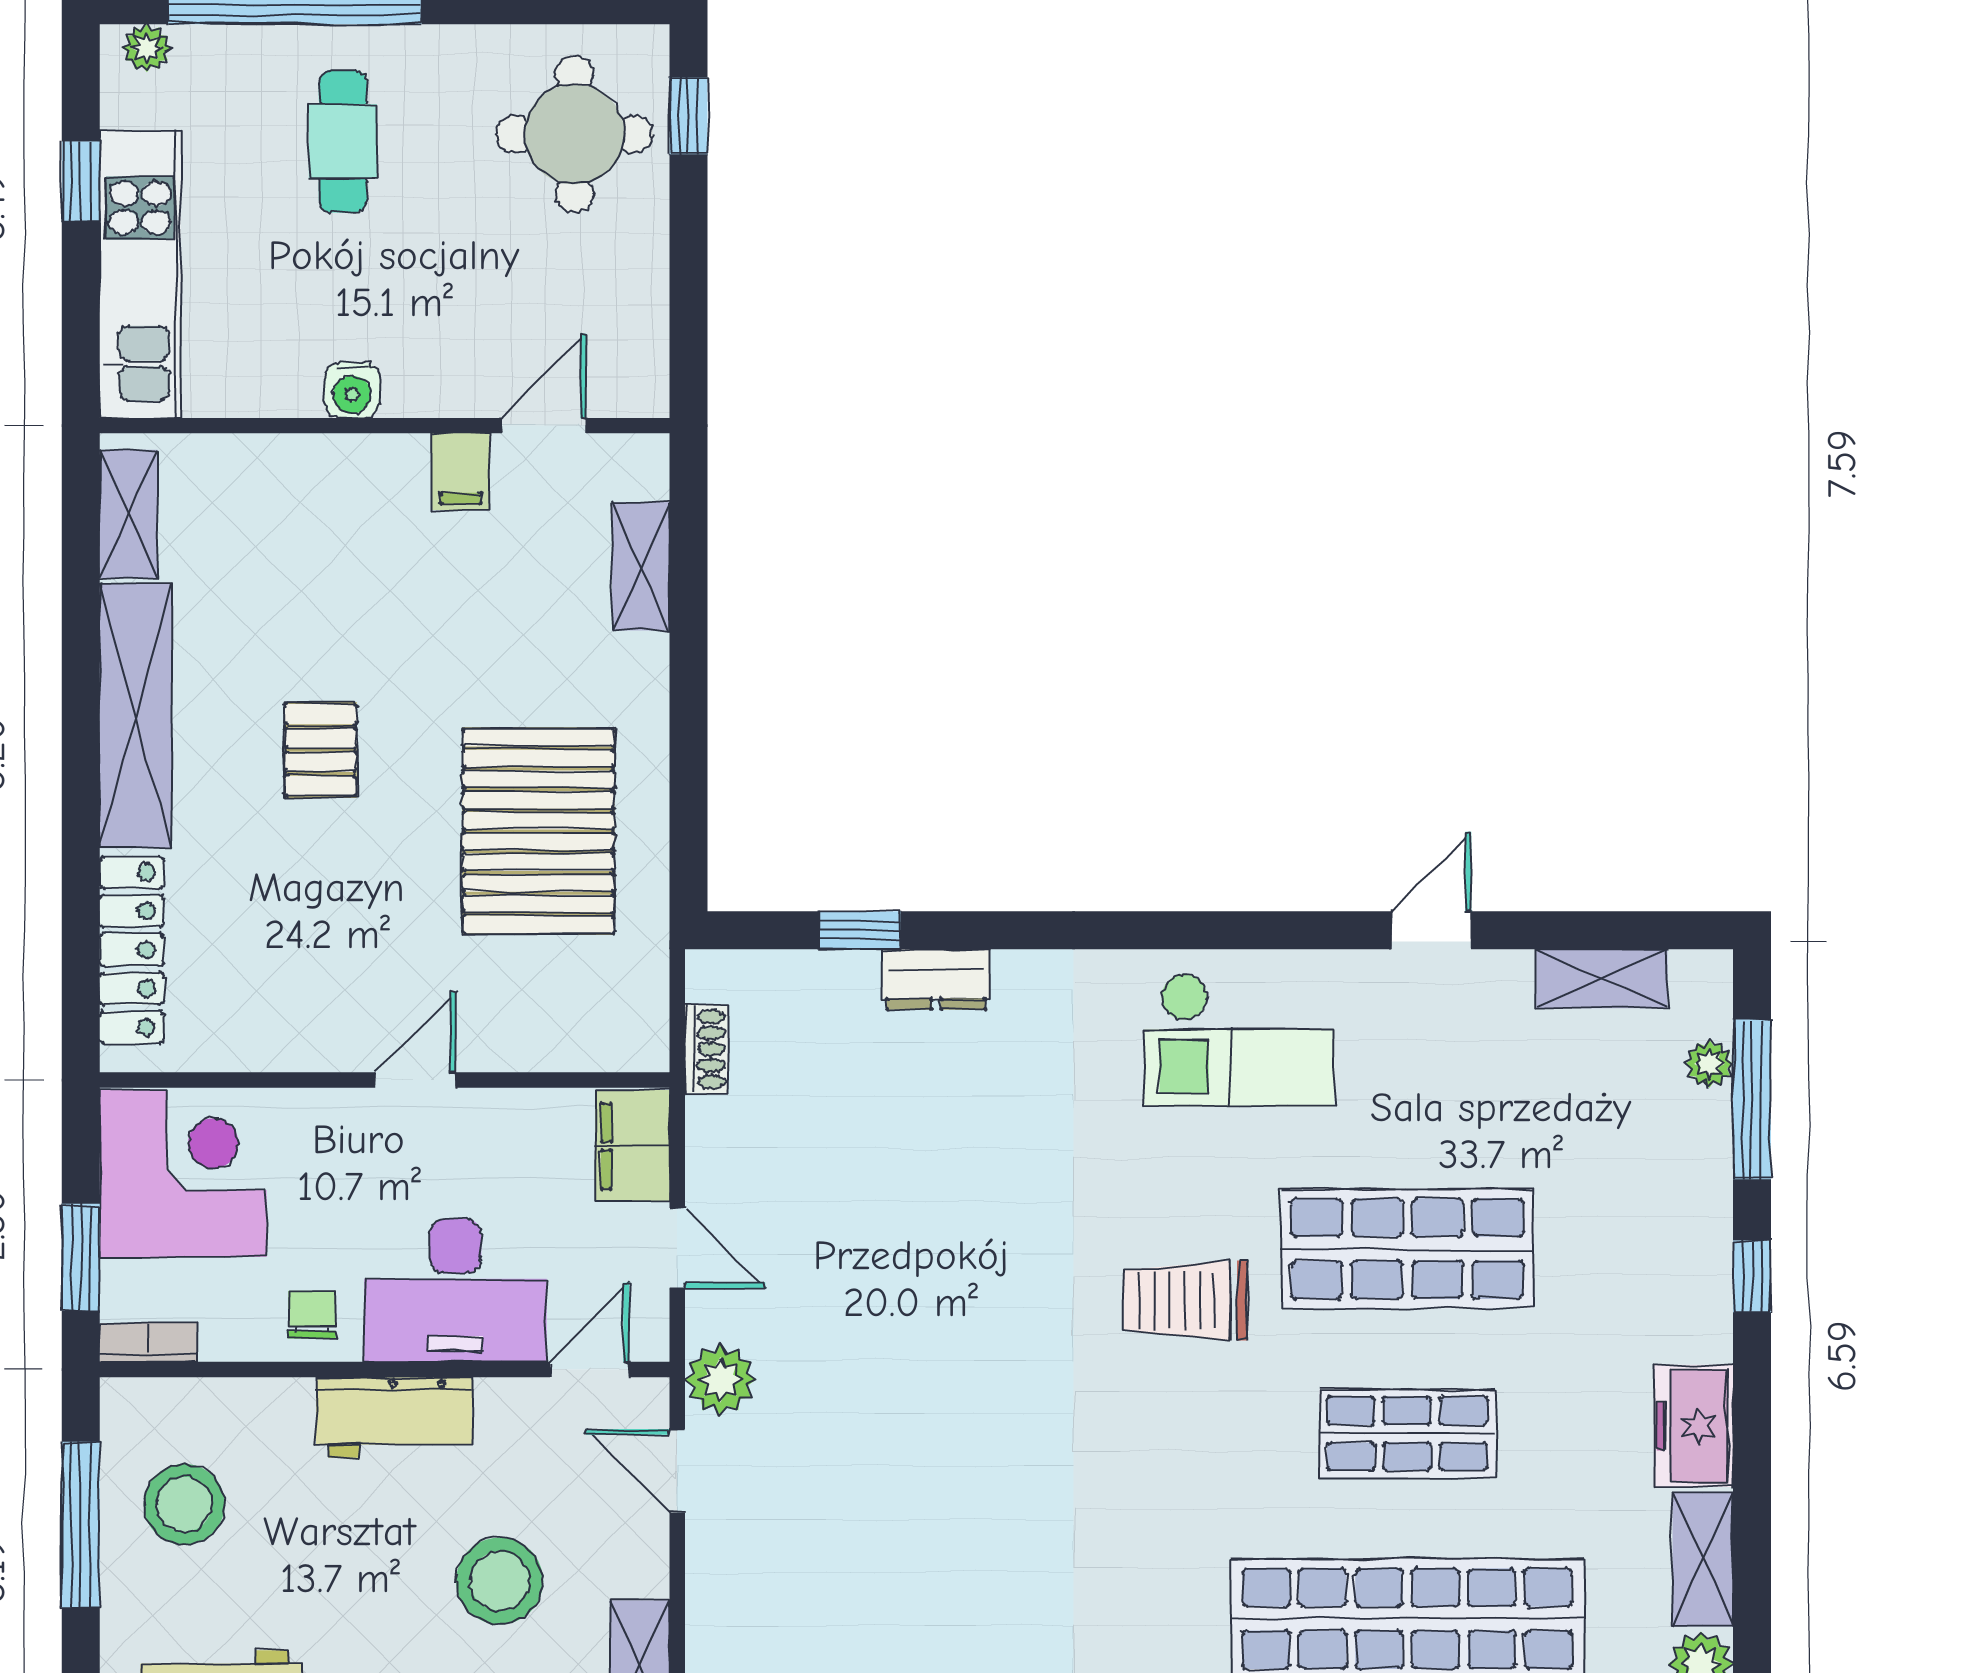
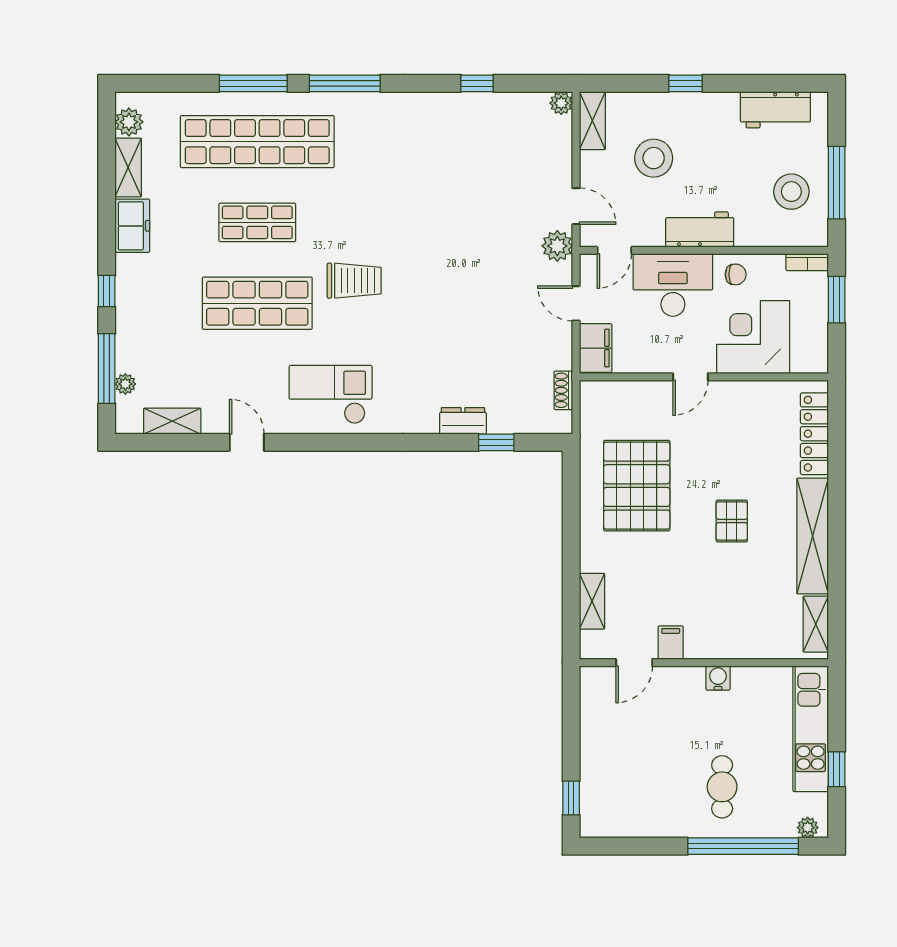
round table: (574, 134) -> (621, 790), removed
door: (1431, 930) -> (247, 442), swing flipped
corner desk: (183, 1173) -> (753, 337), moved, turned 90
chair: (312, 1315) -> (736, 274), turned -90

